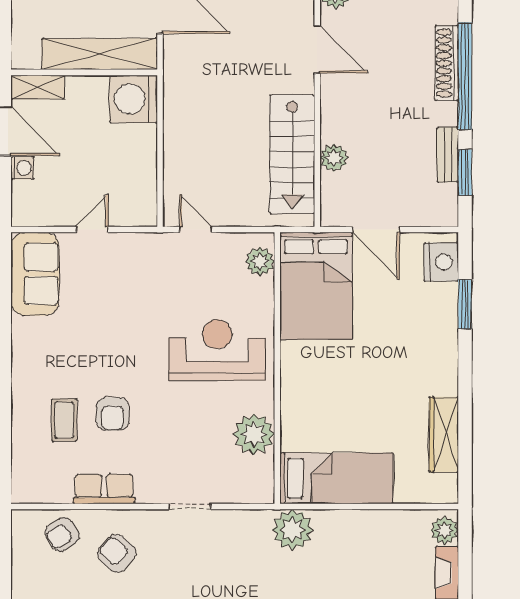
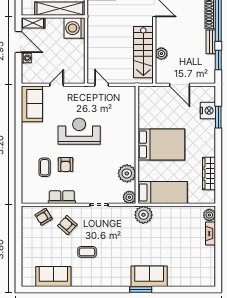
bench: (448, 155) -> (211, 42), moved
plant: (260, 261) -> (129, 197), moved
nightstand: (441, 262) -> (208, 111), moved
bed: (316, 286) -> (161, 145), moved, turned -90
reception desk: (217, 350) -> (79, 131), moved

